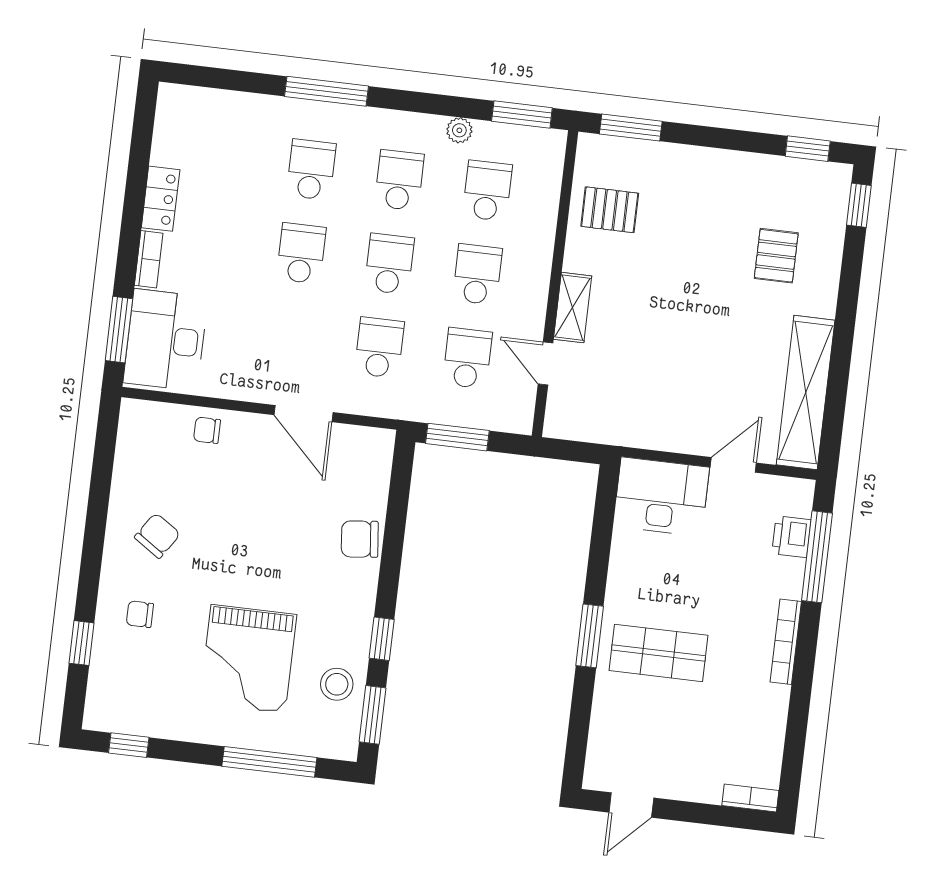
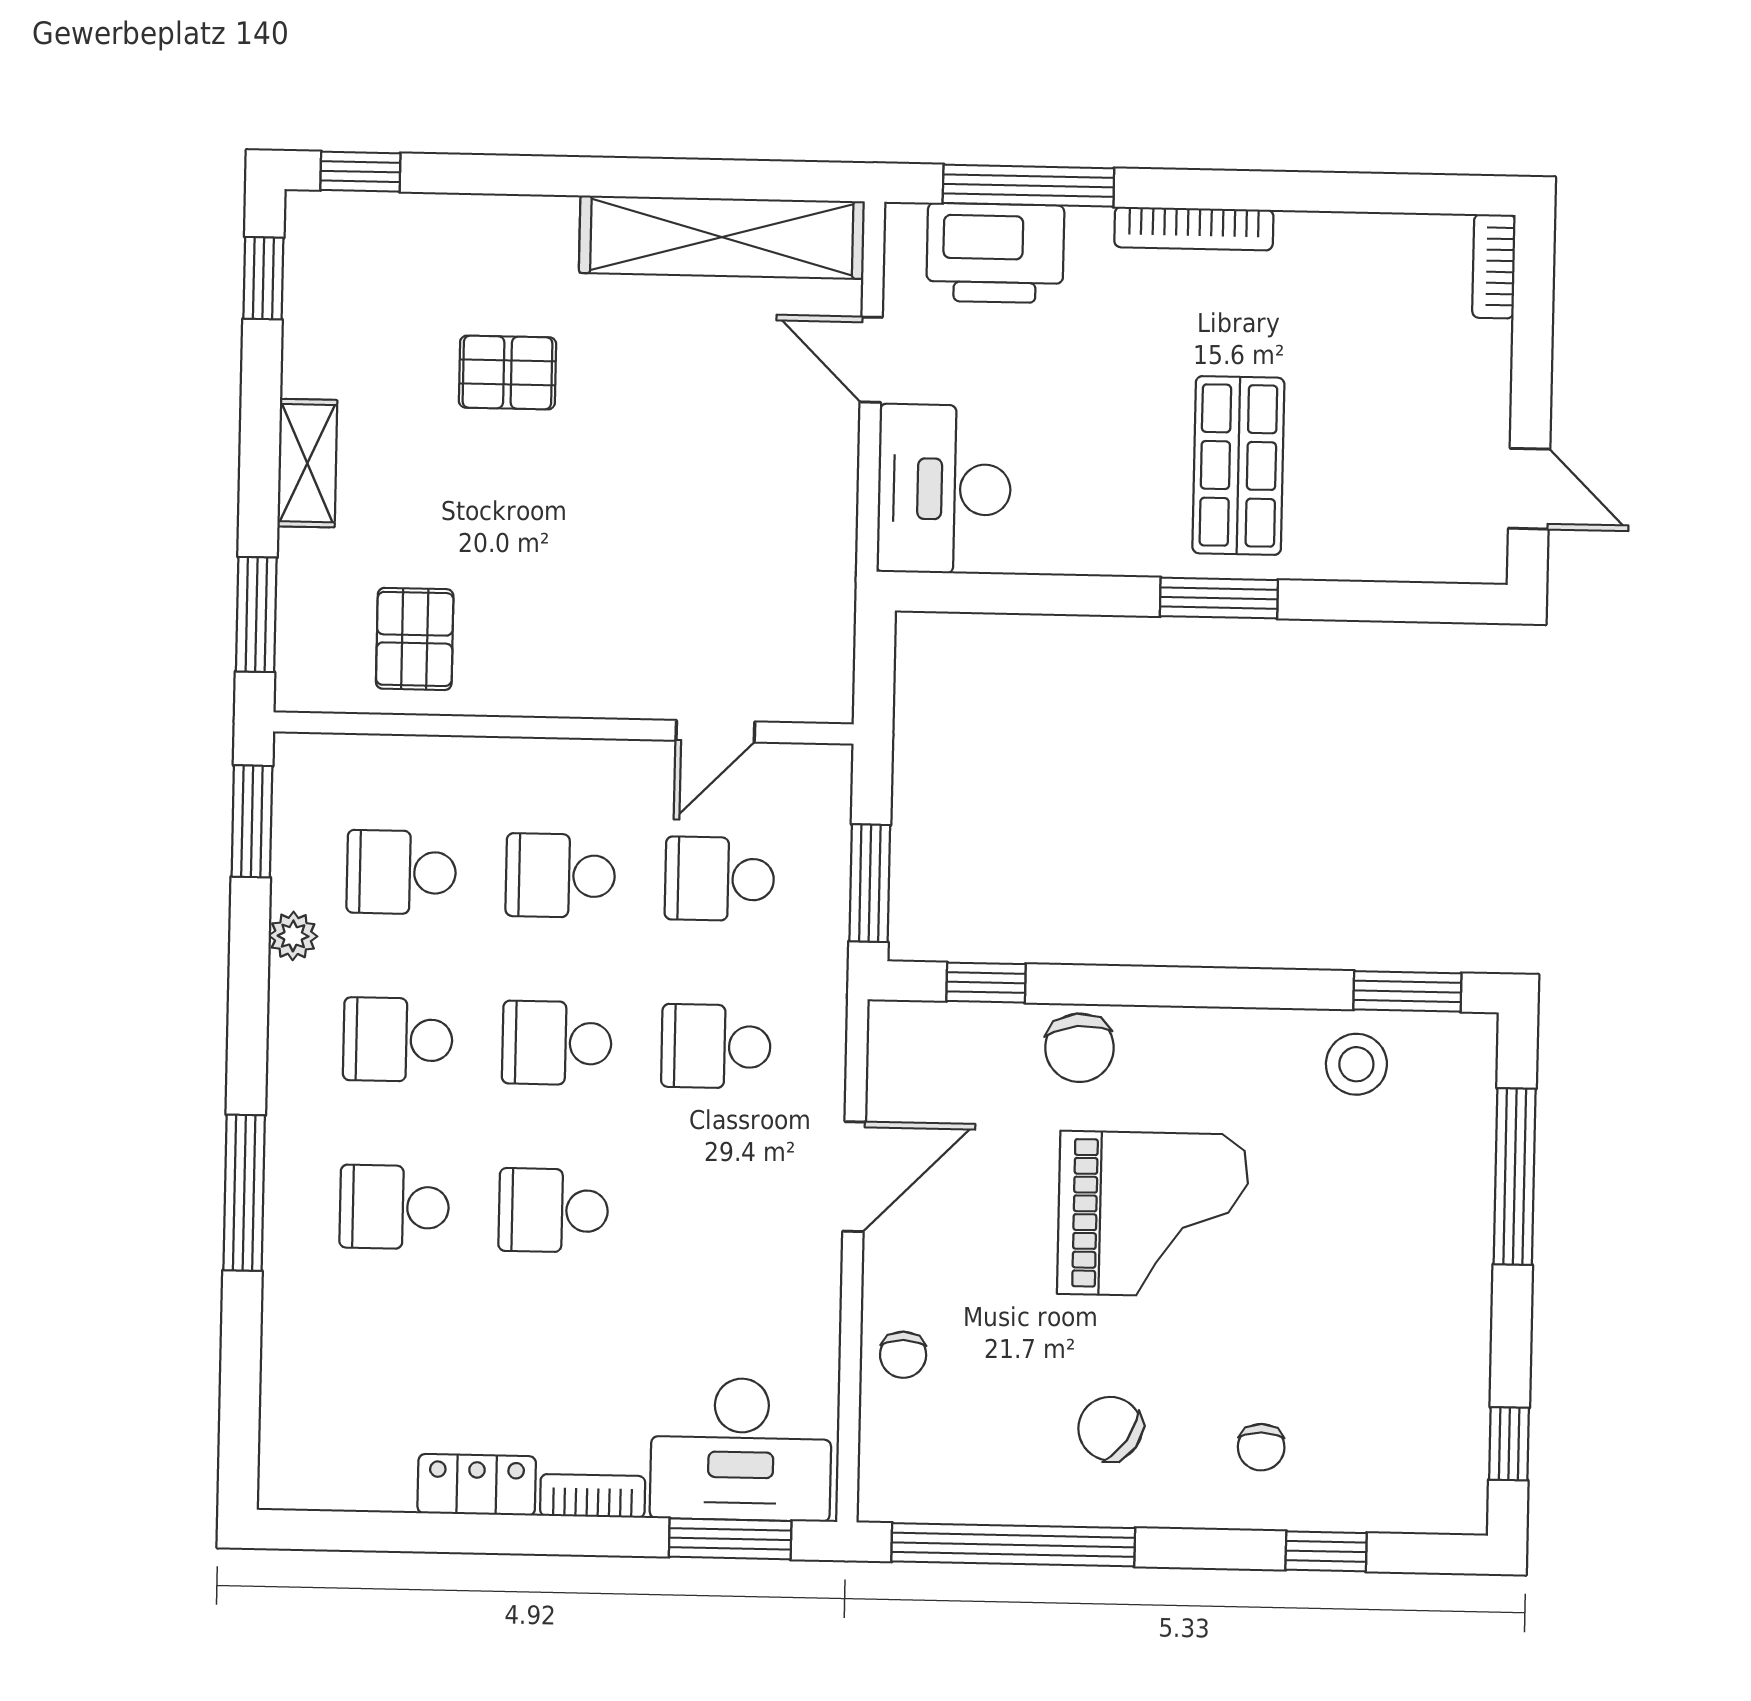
pallet: (776, 256) -> (507, 372), moved
shelving: (573, 308) -> (307, 463), moved, turned 90
window: (101, 478) -> (1013, 1545), added
printer: (791, 537) -> (995, 253), width x1.87, depth x1.48
window: (382, 639) -> (986, 983), moved
grand piano: (248, 659) -> (1153, 1214), moved

